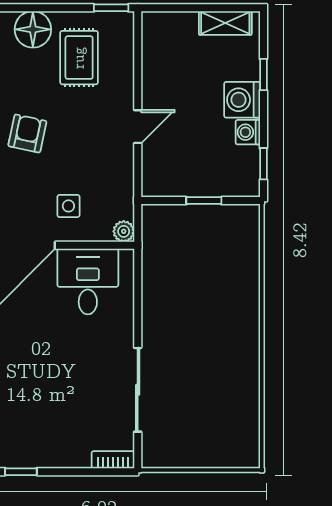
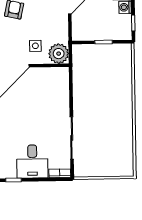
plant: (124, 231) -> (59, 54), width x1.88, depth x1.88
desk: (88, 282) -> (32, 161), moved, turned 180

